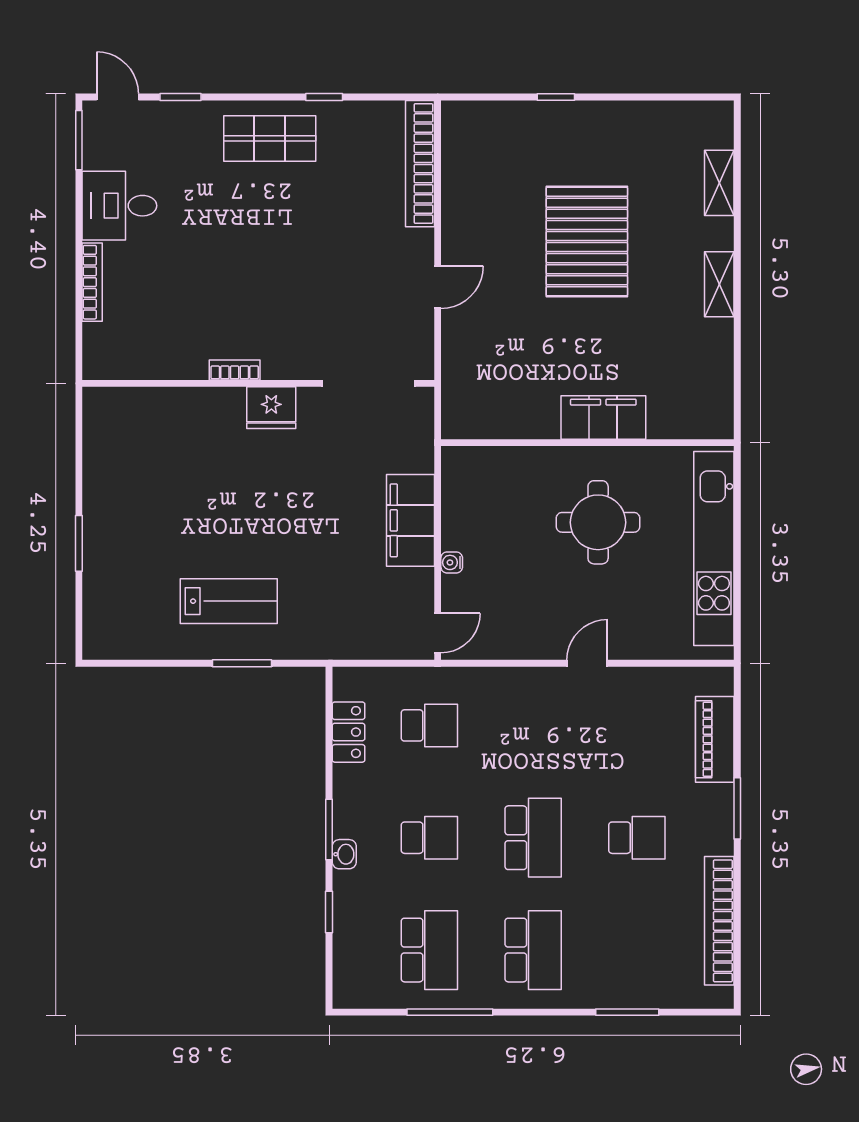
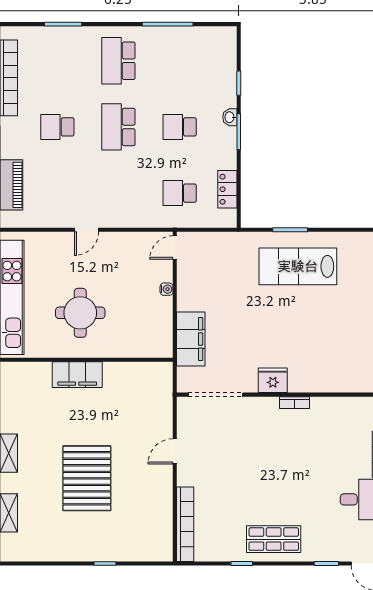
filing cabinet: (411, 520) -> (191, 339), moved
lab bench: (229, 601) -> (298, 266), width x1.36, depth x1.39
school desk: (429, 950) -> (180, 61), removed

